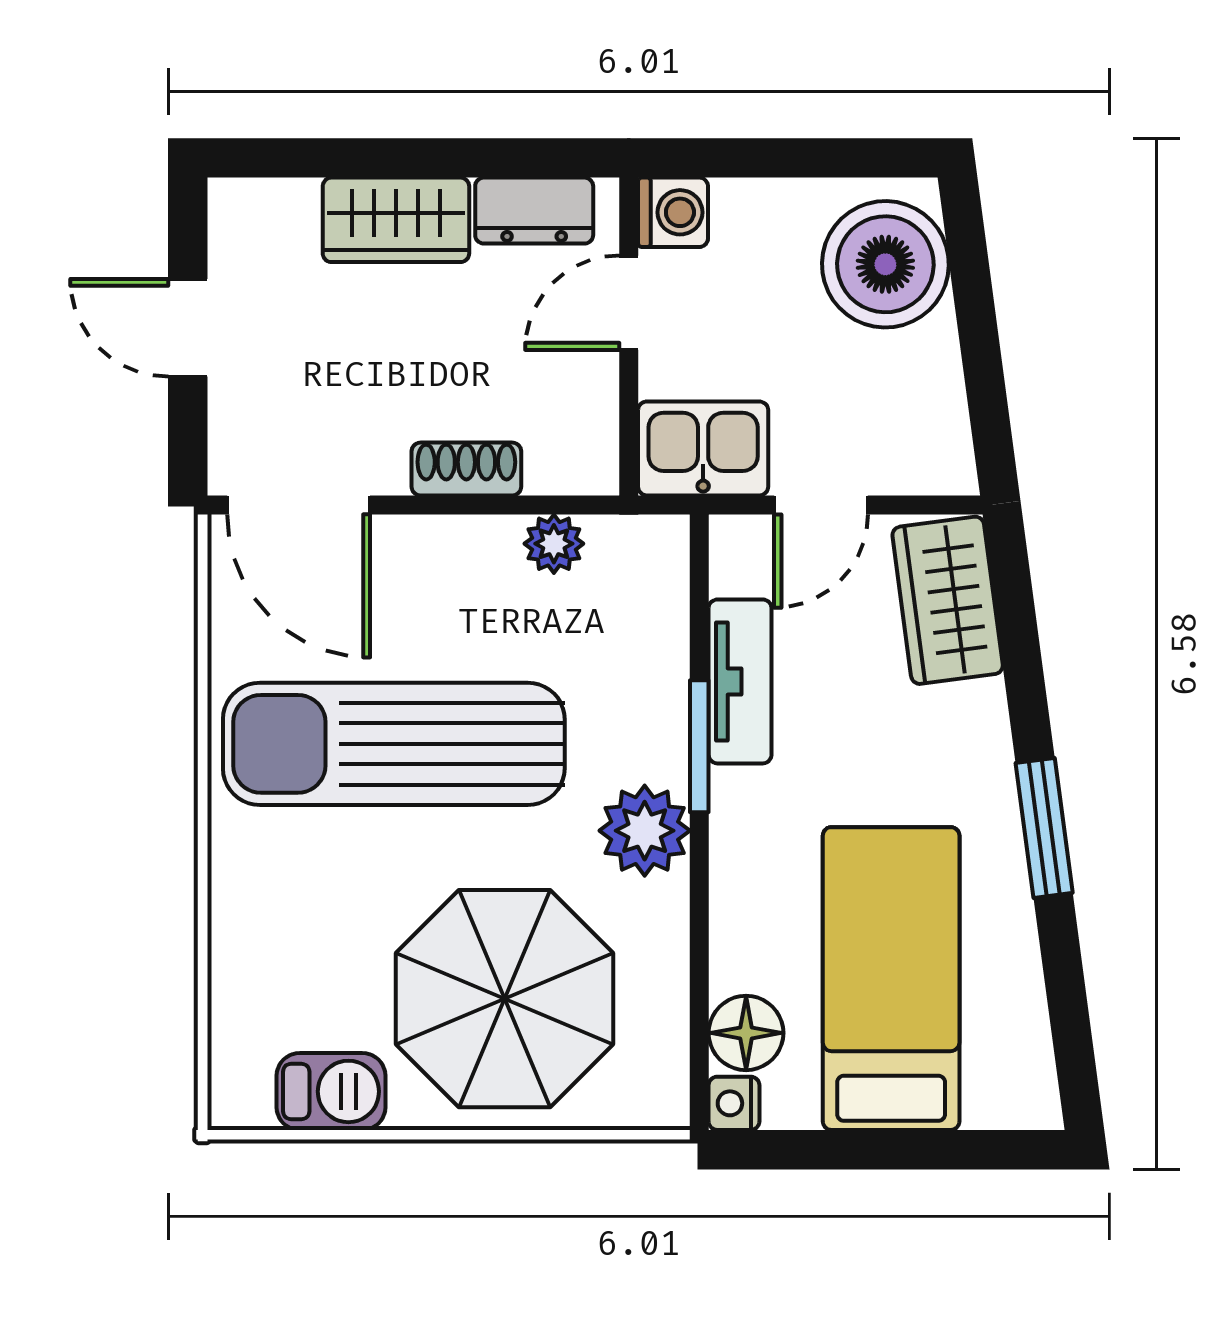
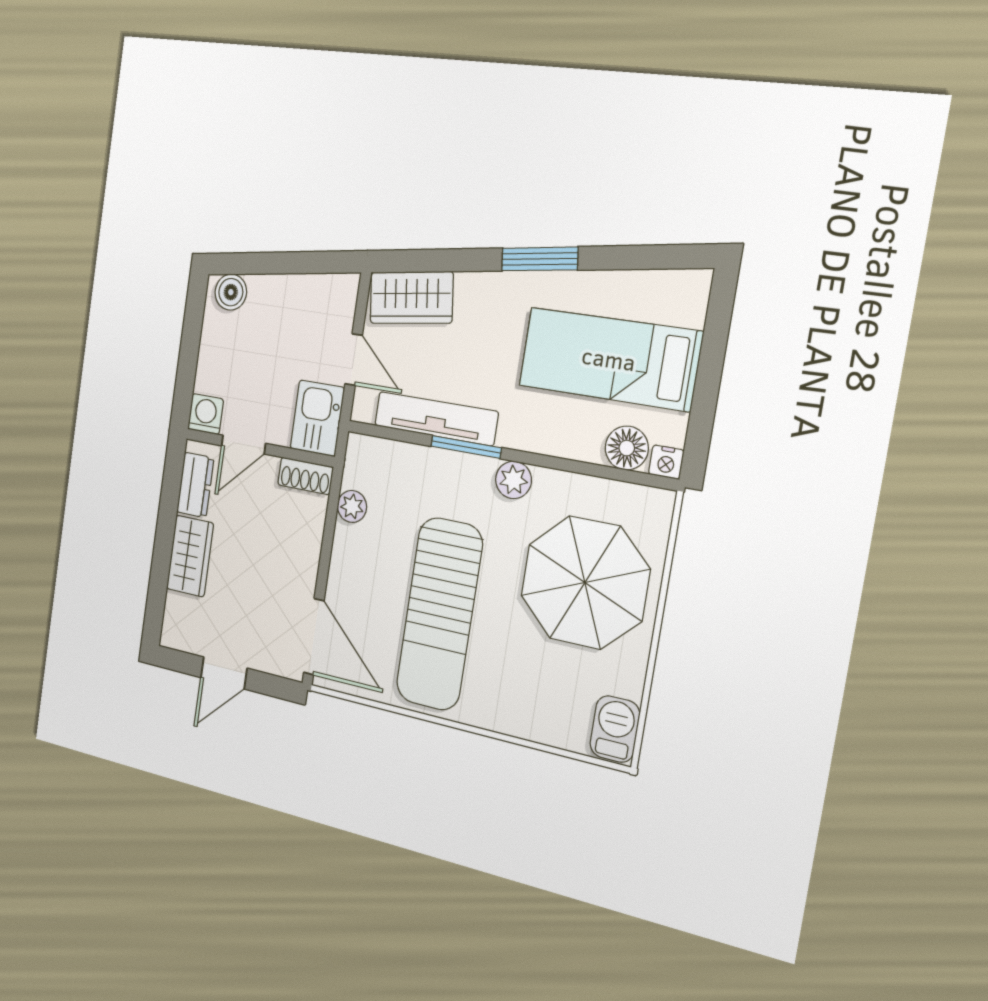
boiler: (885, 264) -> (231, 292), width x0.54, depth x0.54
door: (629, 303) -> (243, 445), hinge flipped
shoe rack: (466, 469) -> (305, 476), moved, turned -90
door: (299, 505) -> (314, 637), hinge flipped
tv unit: (740, 681) -> (436, 419), width x1.41
plant: (645, 831) -> (514, 480), width x0.73, depth x0.73
barbecue: (331, 1091) -> (615, 729), moved

